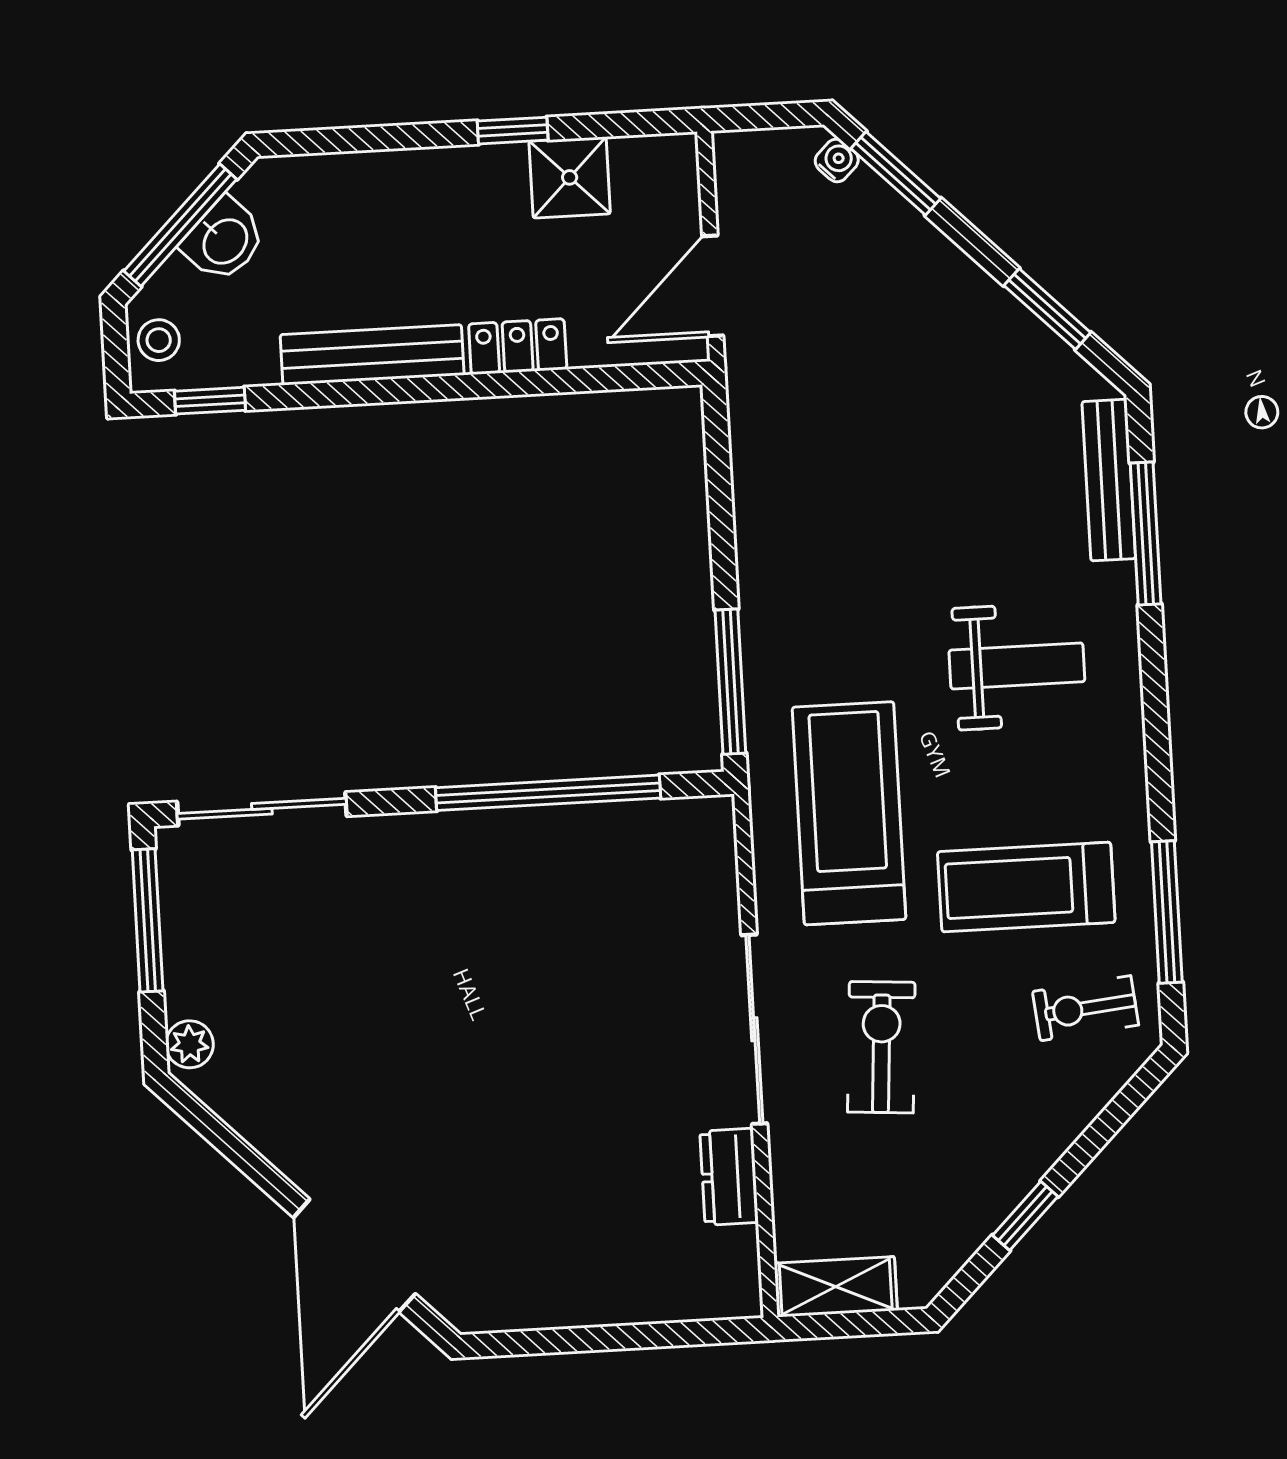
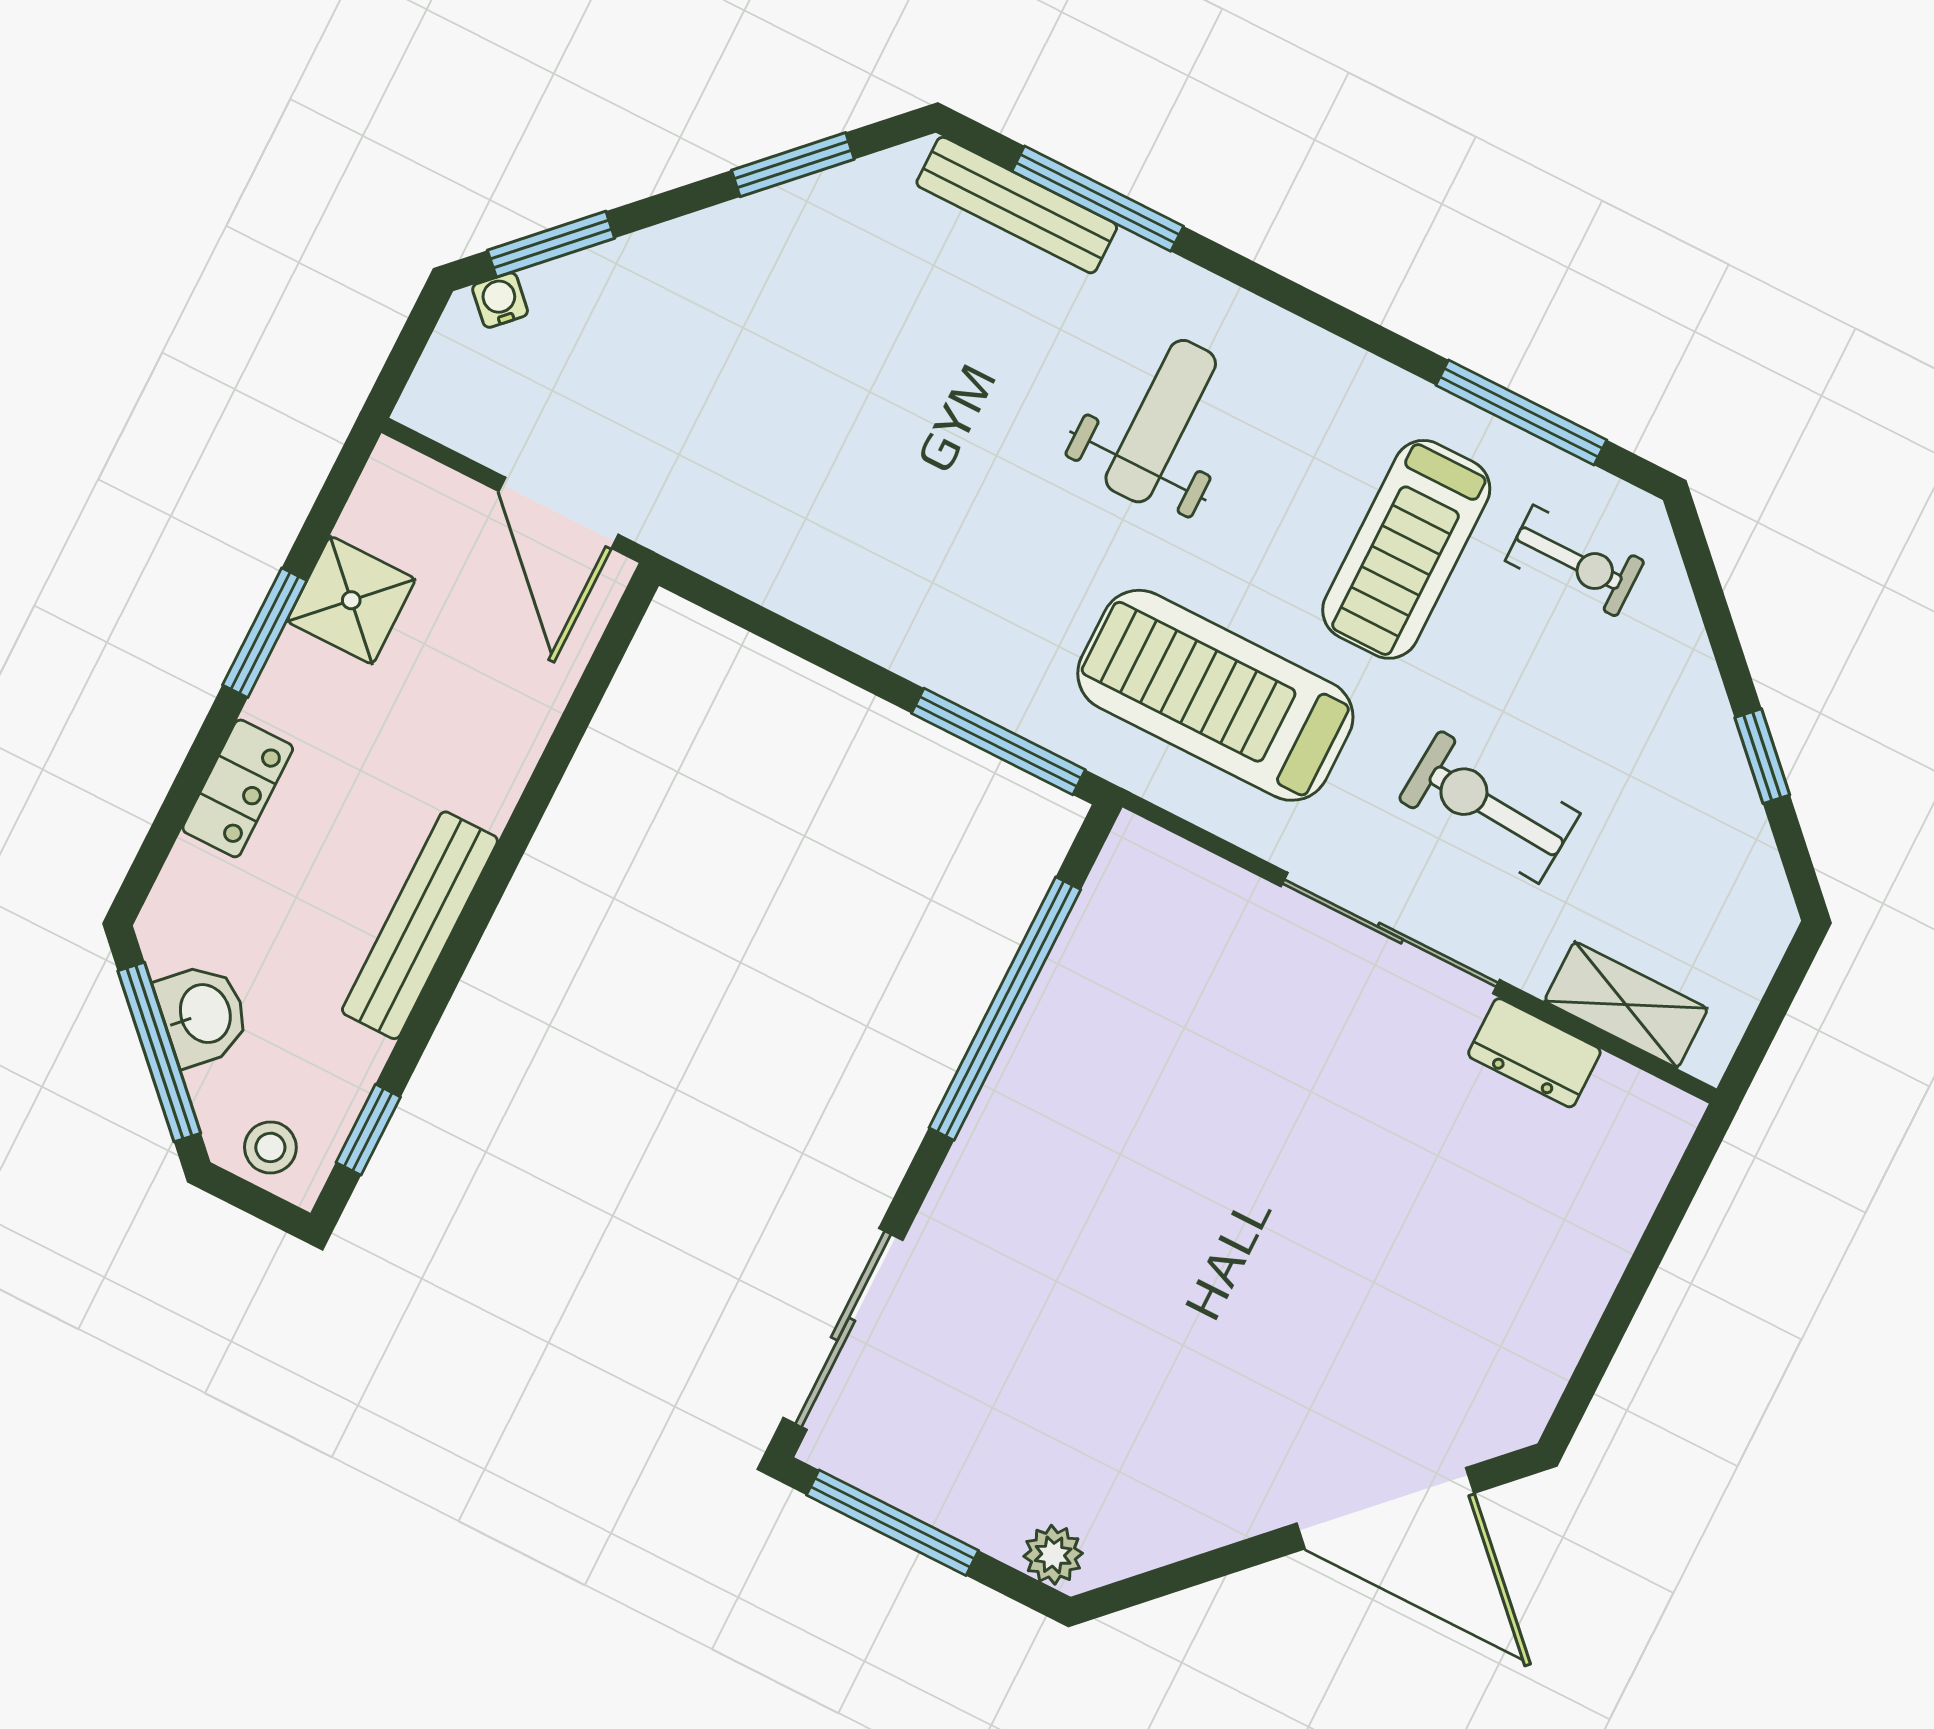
window: (513, 131) -> (265, 633), width x1.50
locker: (518, 347) -> (238, 788), moved, turned 180
exercise bike: (1085, 1008) -> (1575, 561), turned -84
shelving: (836, 1287) -> (1626, 1005), moved, turned 90

